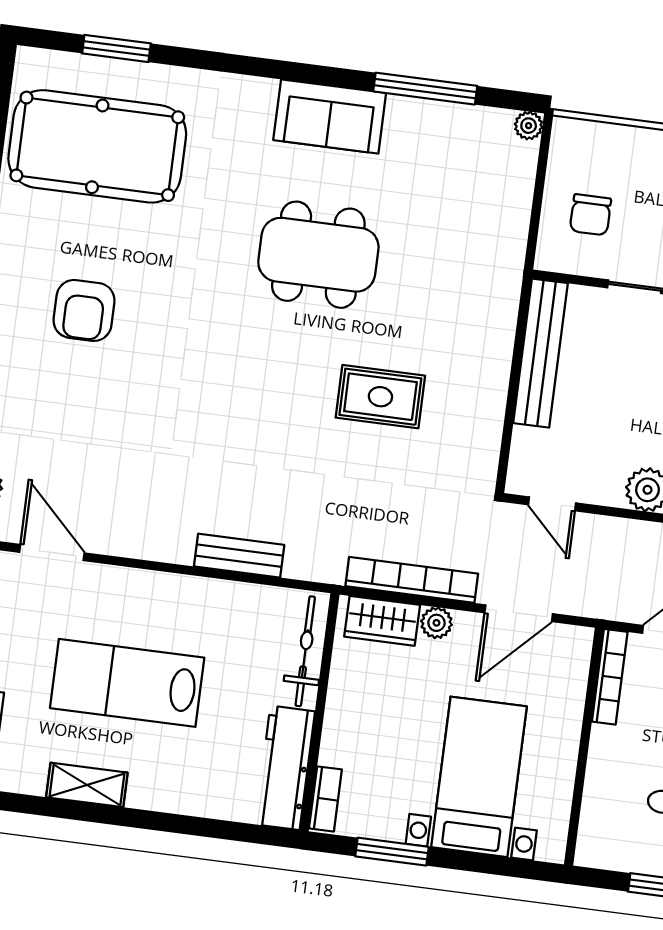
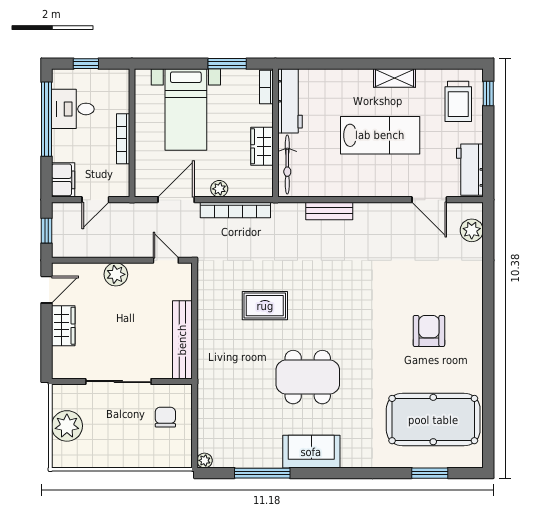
wardrobe: (382, 621) -> (262, 146), moved, turned -90
bookcase: (610, 677) -> (123, 139), moved

